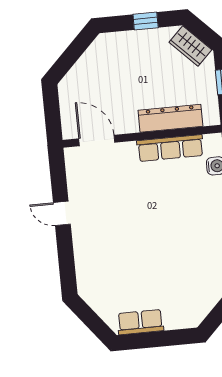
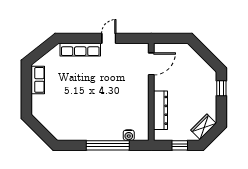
window: (146, 21) -> (221, 88), moved
row of seats: (170, 148) -> (80, 50), moved, turned -90

